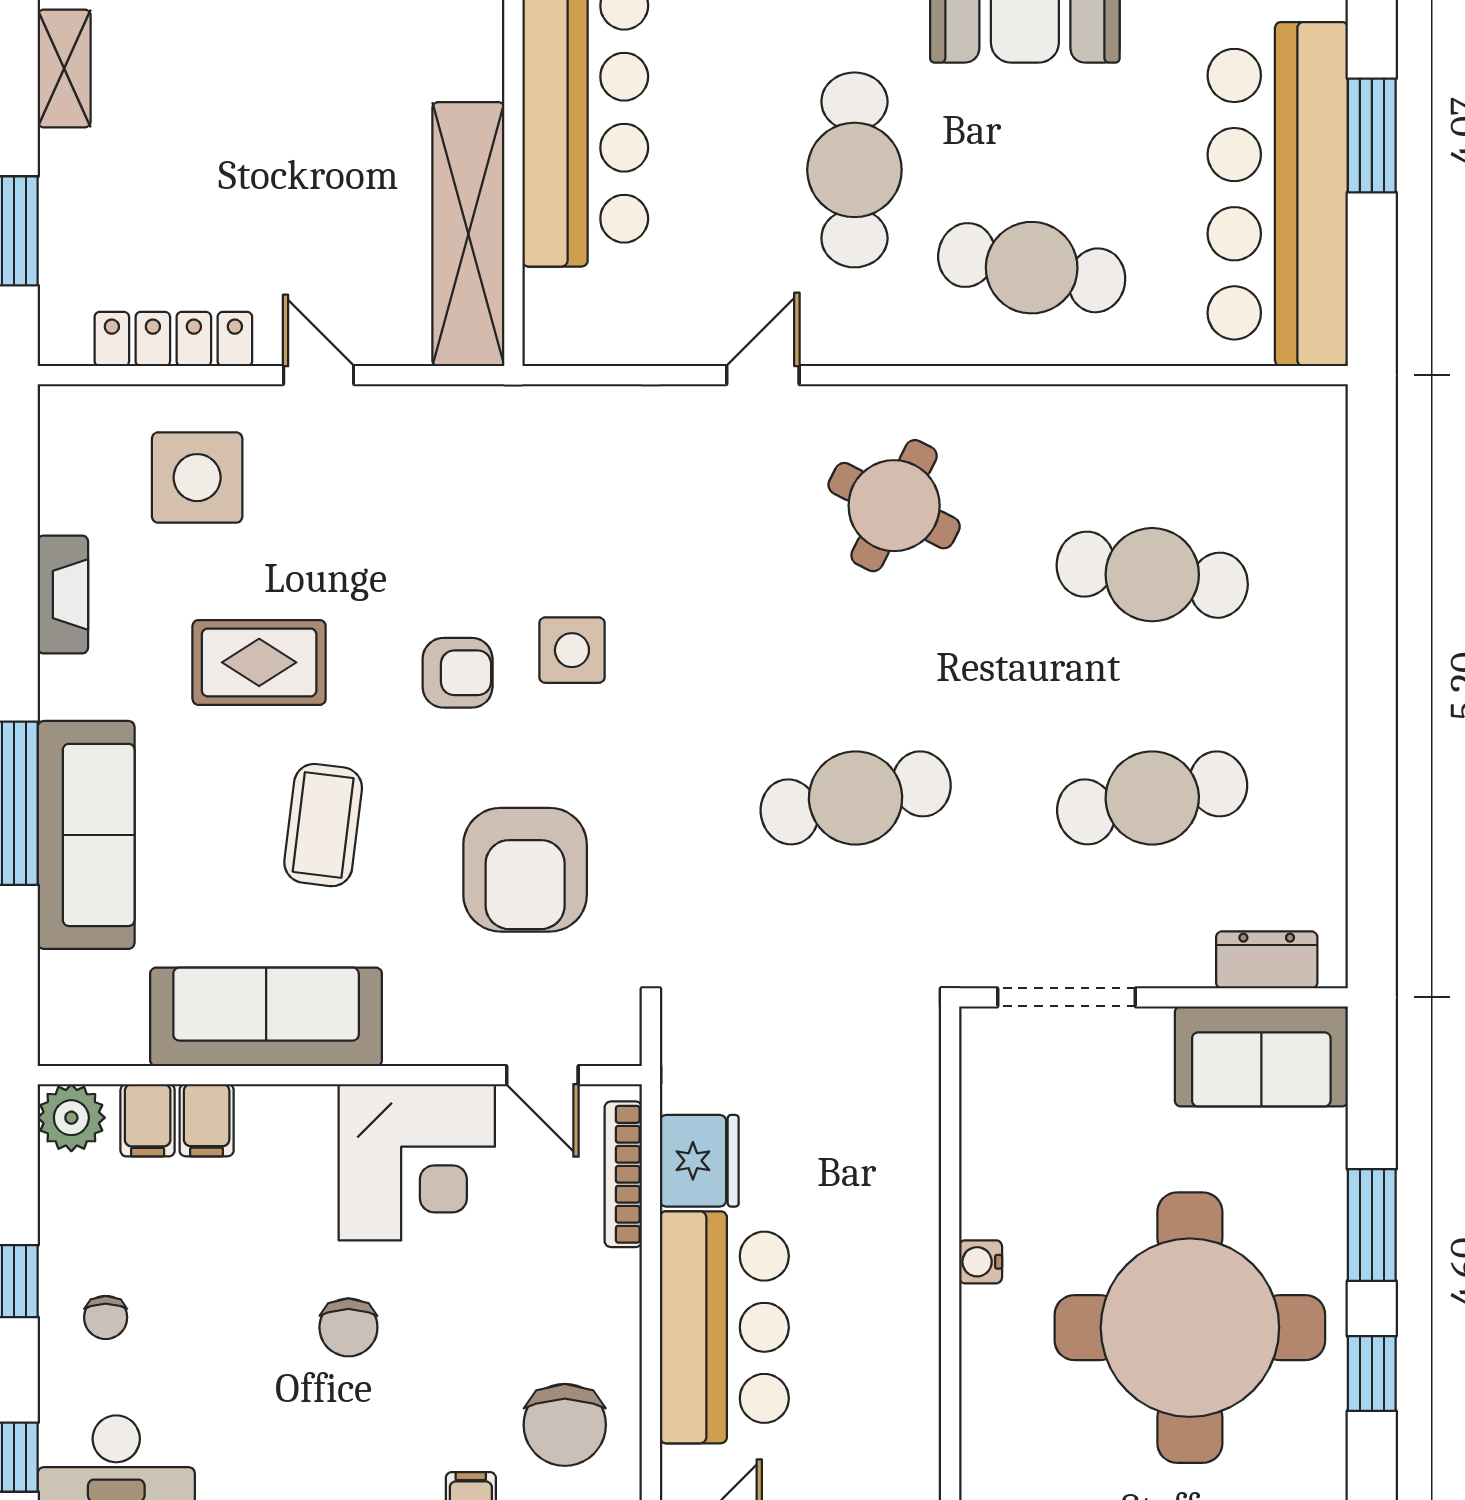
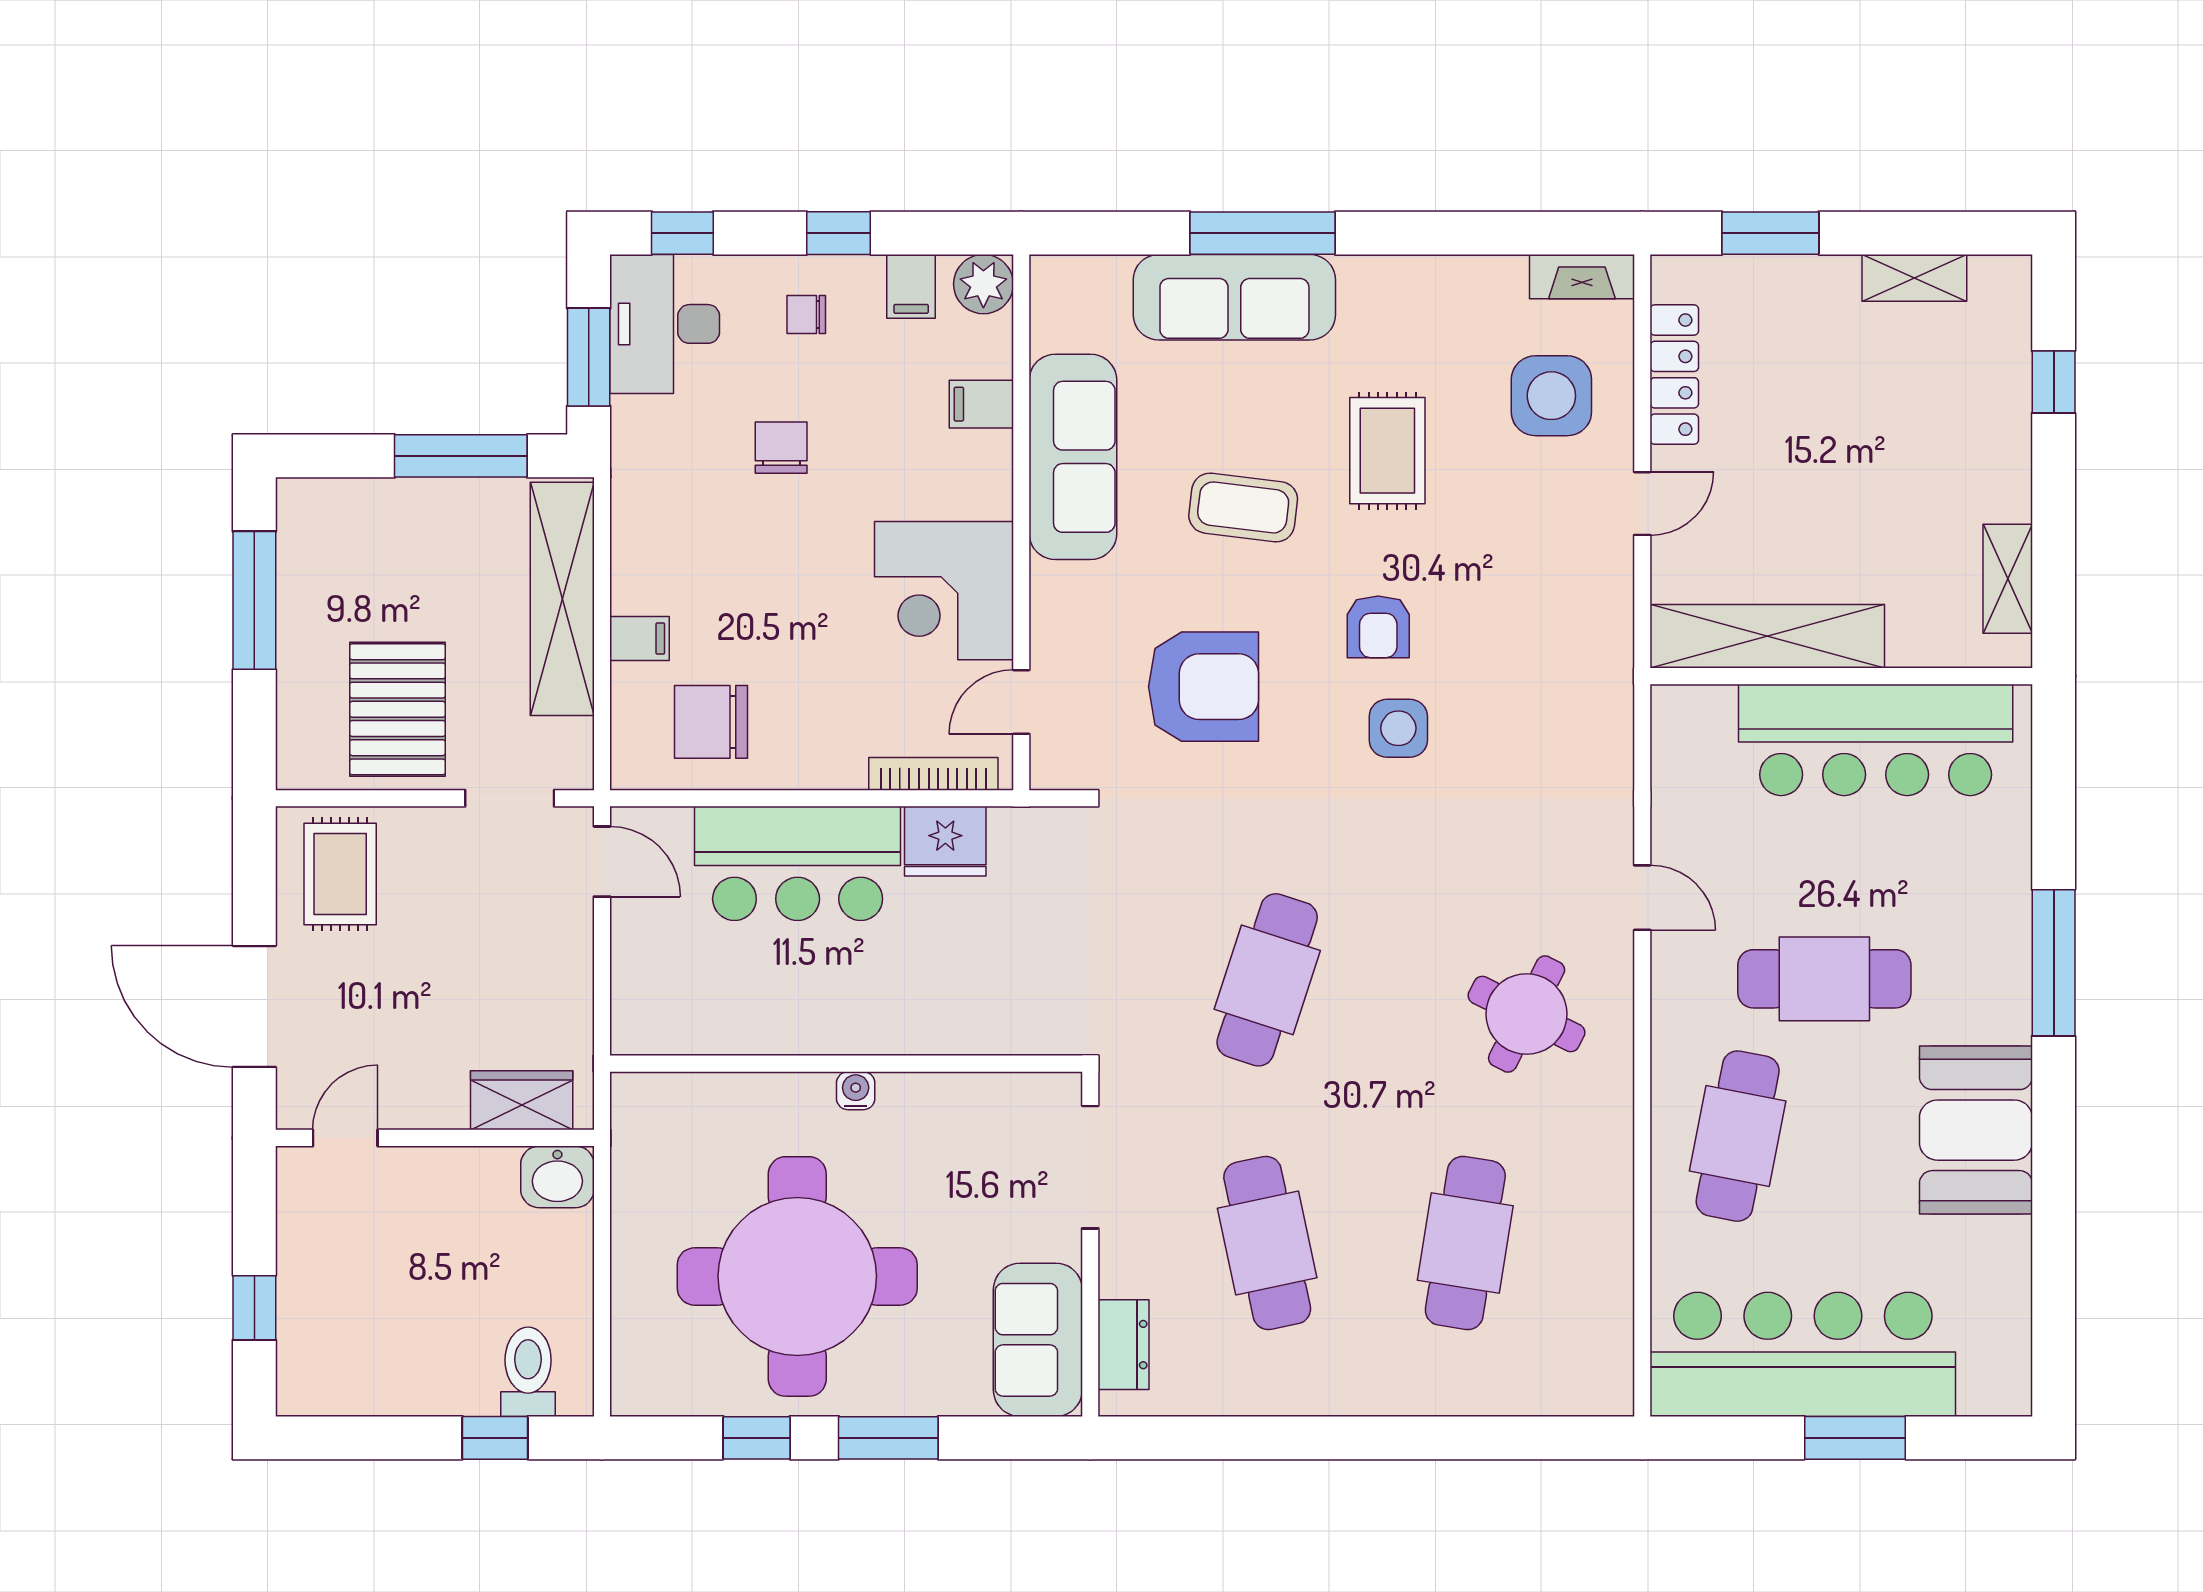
fireplace: (63, 594) -> (1582, 277), moved
cafe table: (856, 798) -> (1267, 980), turned 30
armchair: (525, 870) -> (1203, 687), turned 180
filing cabinet: (148, 1120) -> (911, 286), moved, turned -90
chair: (348, 1327) -> (781, 448), moved, turned 90

